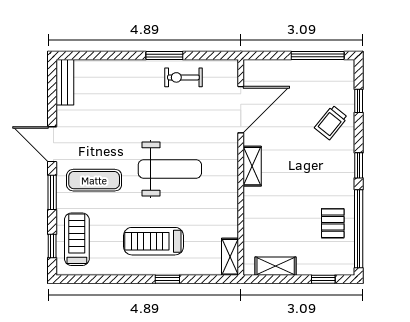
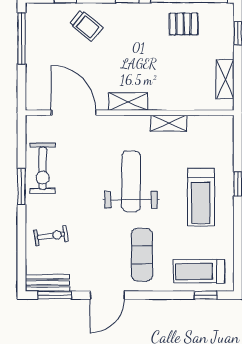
exercise bike: (183, 77) -> (43, 168), width x1.38, depth x1.39
exercise bike: (114, 86) -> (51, 236), added
window: (52, 192) -> (55, 295), moved
shelving: (230, 257) -> (169, 123), moved

